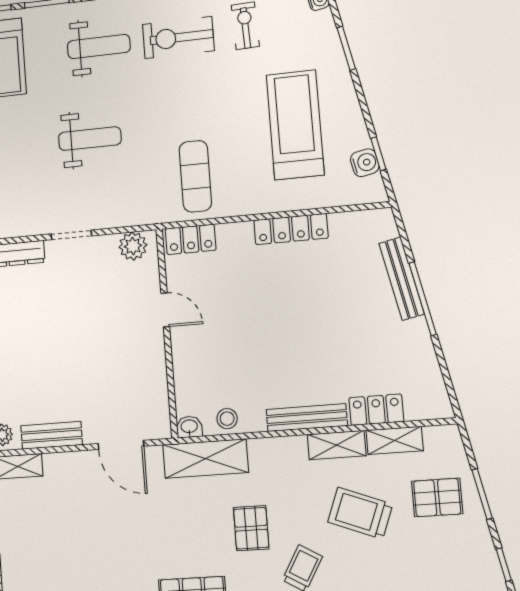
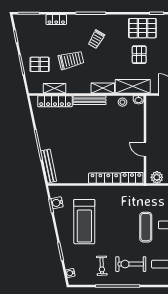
exercise bike: (178, 38) -> (131, 264), turned 180
exercise mat: (195, 176) -> (146, 227), moved
locker: (291, 229) -> (104, 178), moved
bench: (402, 279) -> (49, 166), moved
locker: (376, 410) -> (55, 101), width x1.53
shelving: (337, 445) -> (103, 88), moved
trolley: (360, 513) -> (71, 60), turned -35
pallet: (251, 528) -> (139, 55), moved

